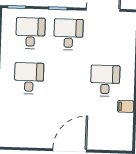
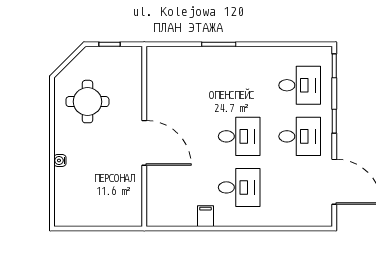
desk: (29, 78) -> (239, 136), moved

